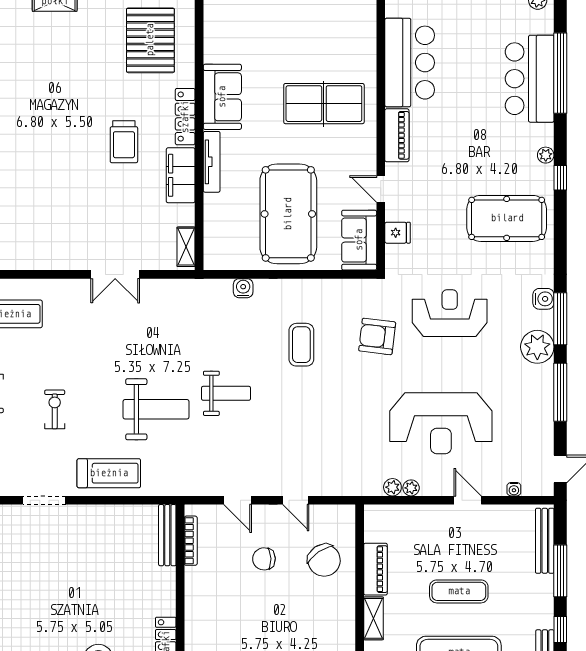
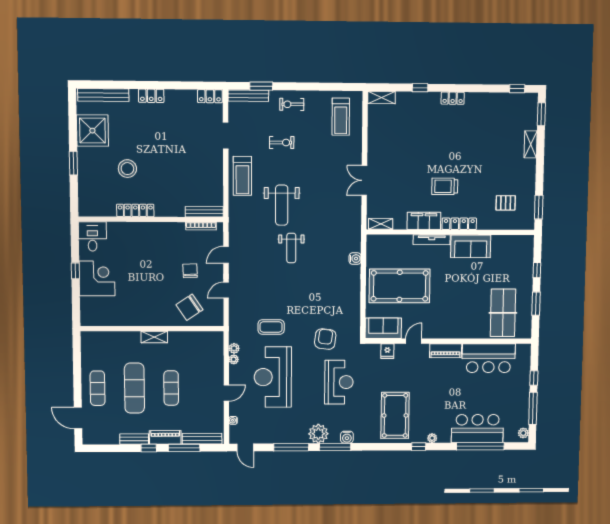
pallet: (150, 40) -> (506, 203), width x0.49, depth x0.50
table tennis table: (324, 104) -> (503, 313), moved
coffee table: (301, 345) -> (271, 327), moved
piano: (375, 569) -> (165, 437), moved, turned 180

